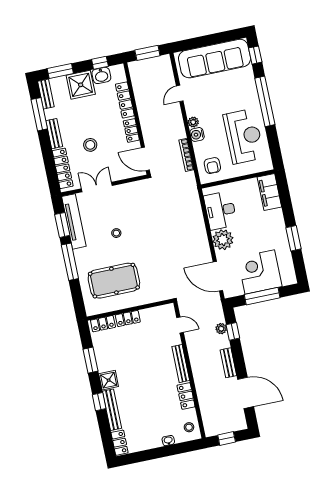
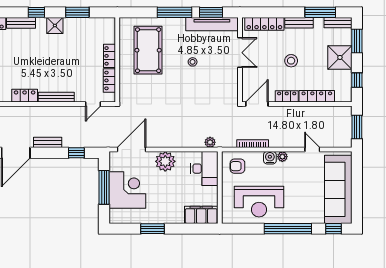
washbasin: (101, 75) -> (345, 79), removed
stool: (90, 145) -> (291, 61), moved
desk: (220, 210) -> (204, 169), moved, turned 90
locker: (103, 324) -> (109, 80), moved
plant: (221, 329) -> (210, 142), moved
bench: (112, 410) -> (21, 23), width x0.73

